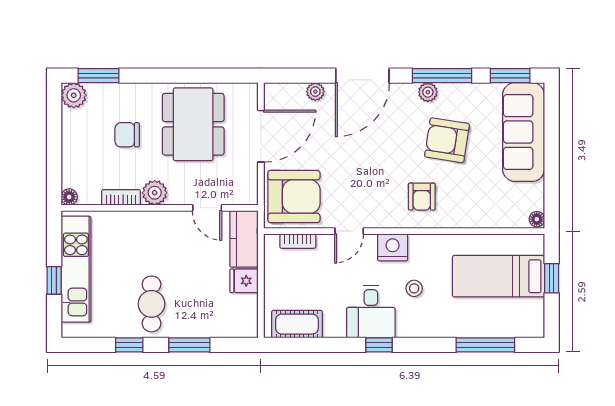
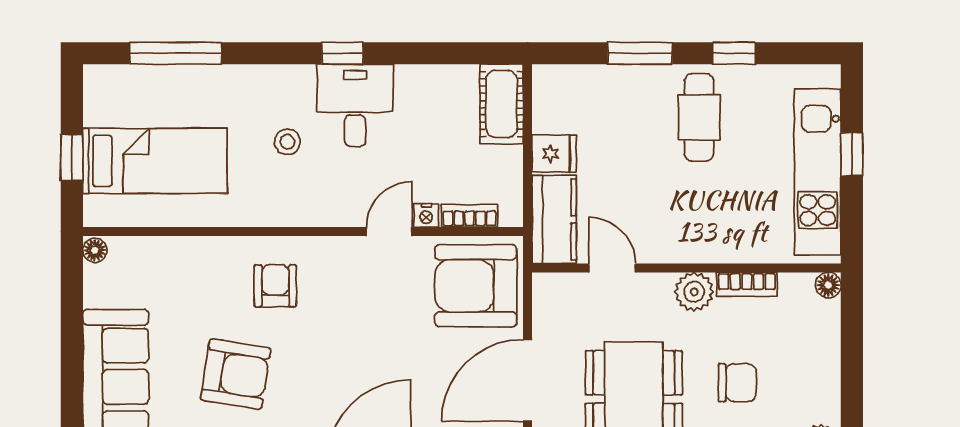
nightstand: (393, 247) -> (426, 215), moved, width x0.53, depth x0.56
cot: (297, 324) -> (502, 104), moved, turned 90

